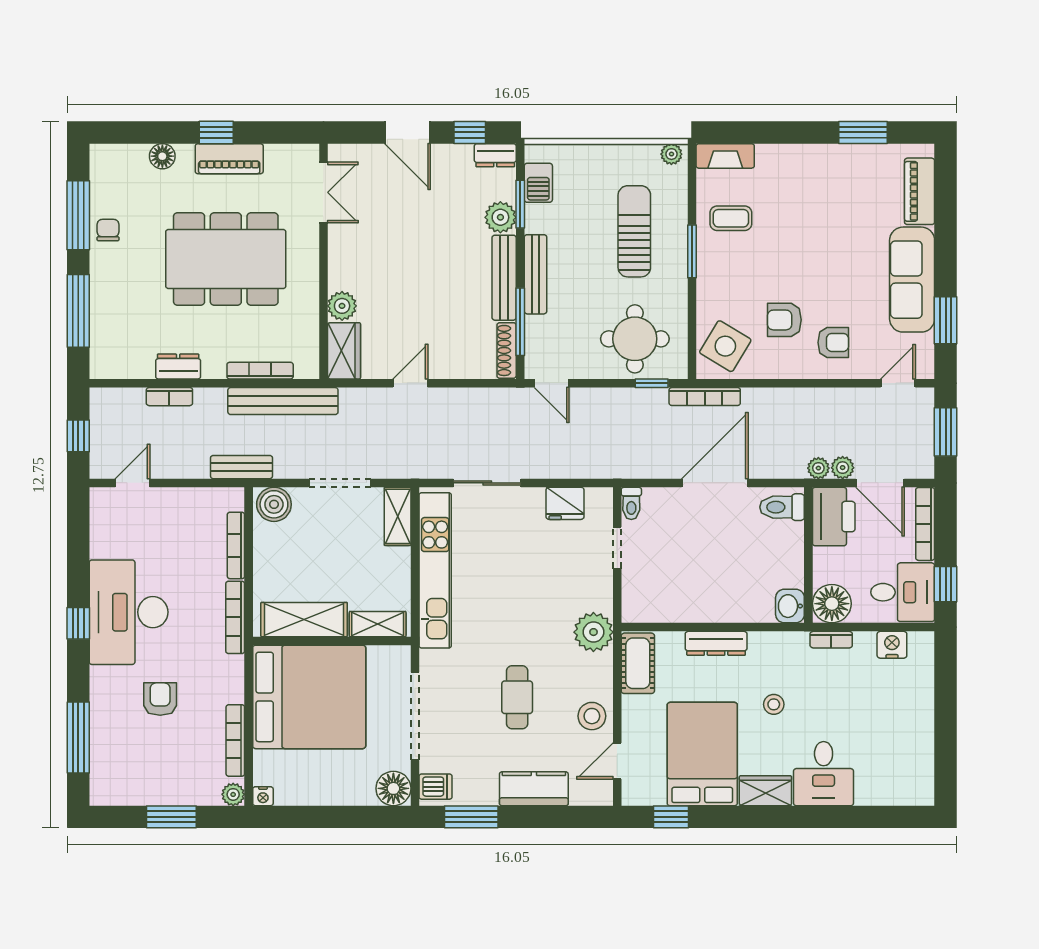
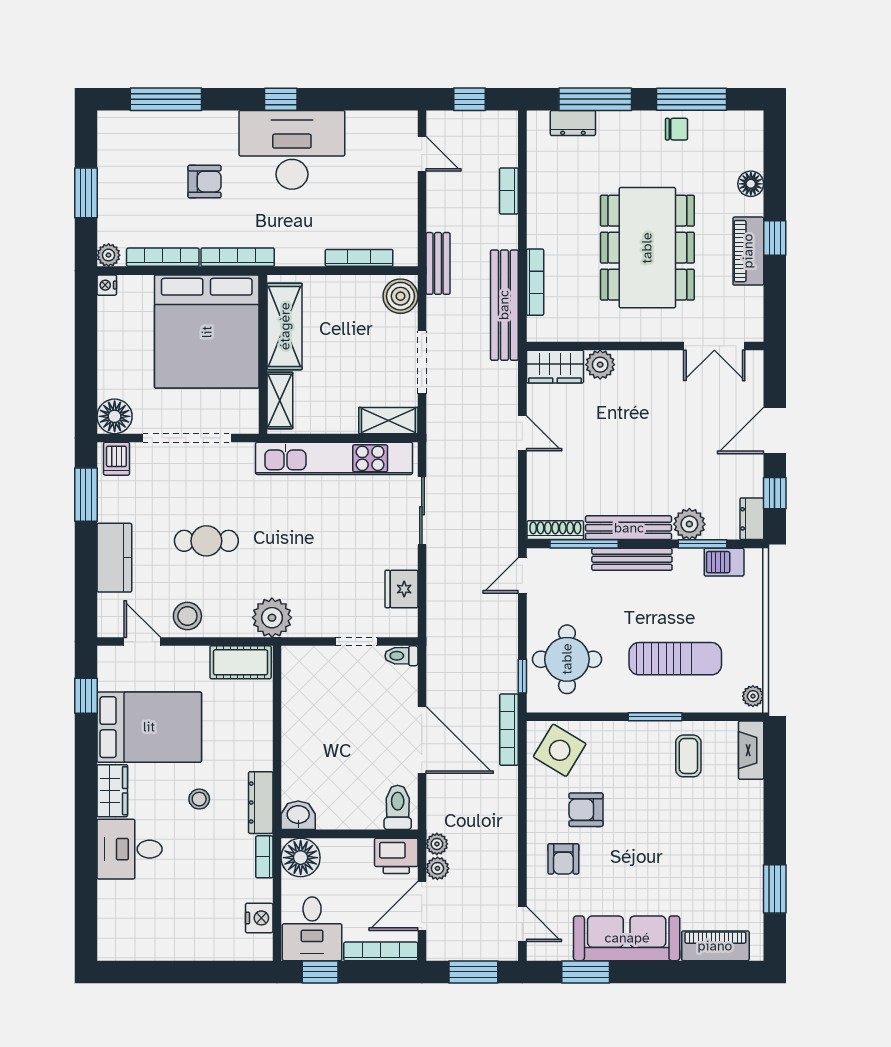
armchair: (784, 320) -> (586, 810), turned -90
dresser: (178, 366) -> (573, 123), moved, turned 90
printer: (834, 517) -> (396, 856), width x0.73, depth x0.84
bookcase: (235, 617) -> (238, 257), moved
dresser: (716, 643) -> (261, 803), moved

